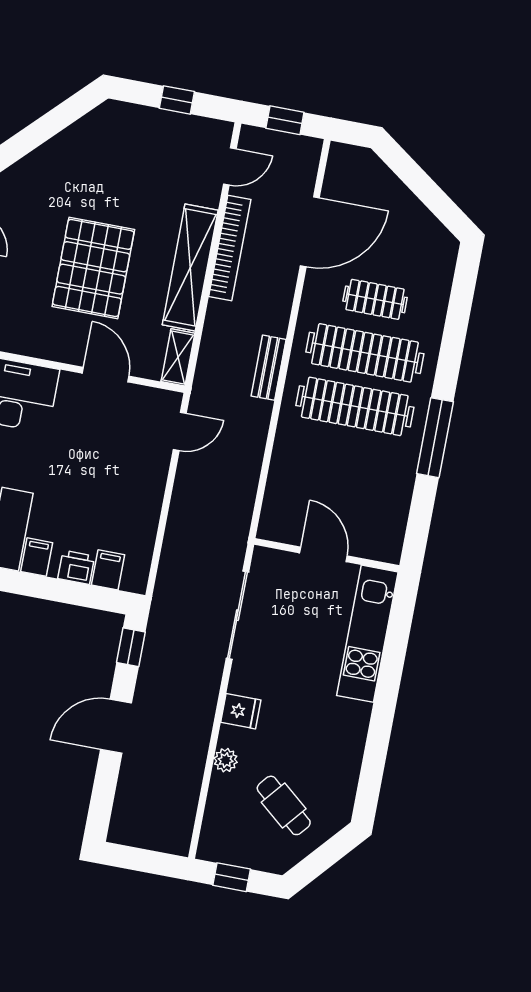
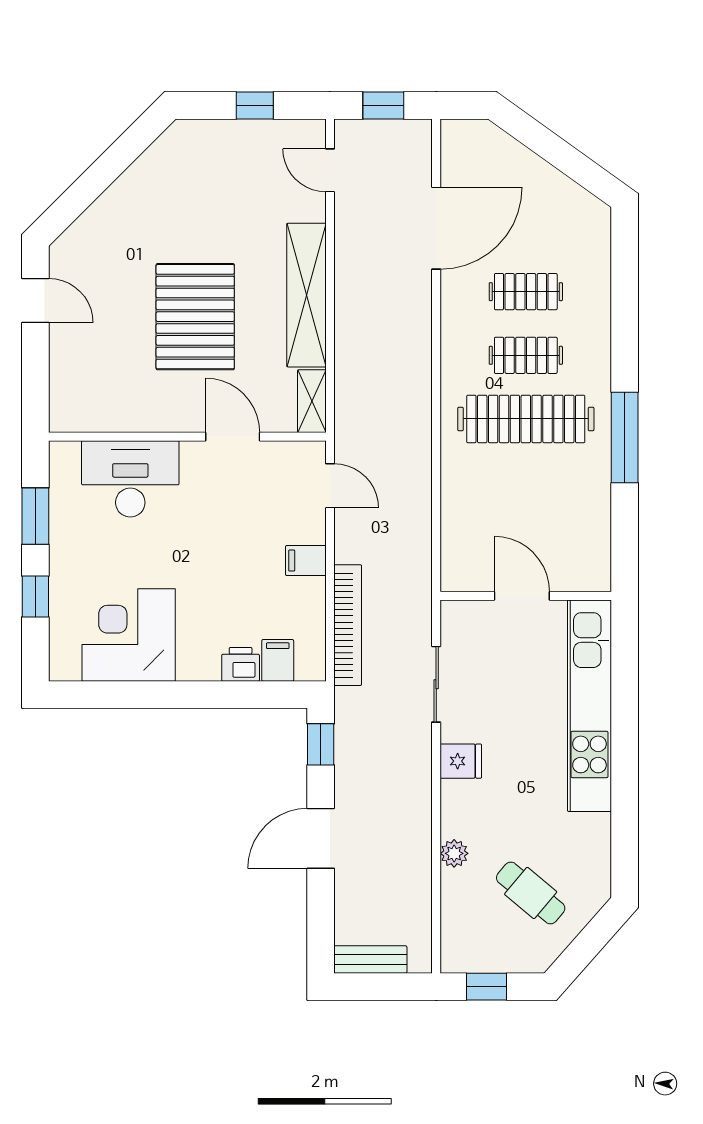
door: (230, 166) -> (330, 170), swing flipped
bookcase: (230, 248) -> (348, 625), moved
clothes rail: (365, 353) -> (526, 355), width x0.54, depth x0.76
bench: (269, 368) -> (370, 960), moved, turned 90
door: (180, 431) -> (330, 486), hinge flipped
filing cabinet: (37, 557) -> (306, 561), moved, turned -90
sliding door: (237, 615) -> (436, 684), width x0.73
kitchen unit: (367, 634) -> (589, 706), width x1.36
fridge: (241, 711) -> (461, 761), moved

